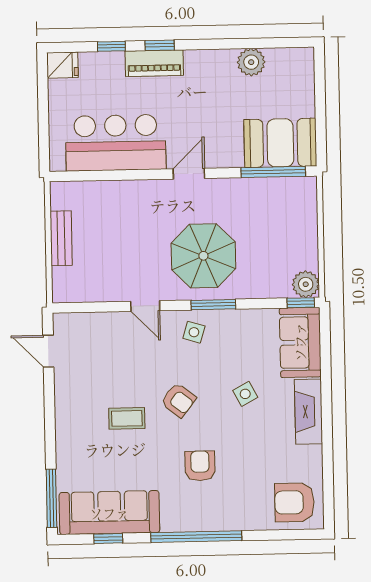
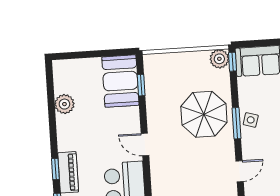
window: (273, 172) -> (141, 85), width x0.46
parasol: (203, 256) -> (204, 114), moved
side table: (194, 332) -> (251, 120), moved

